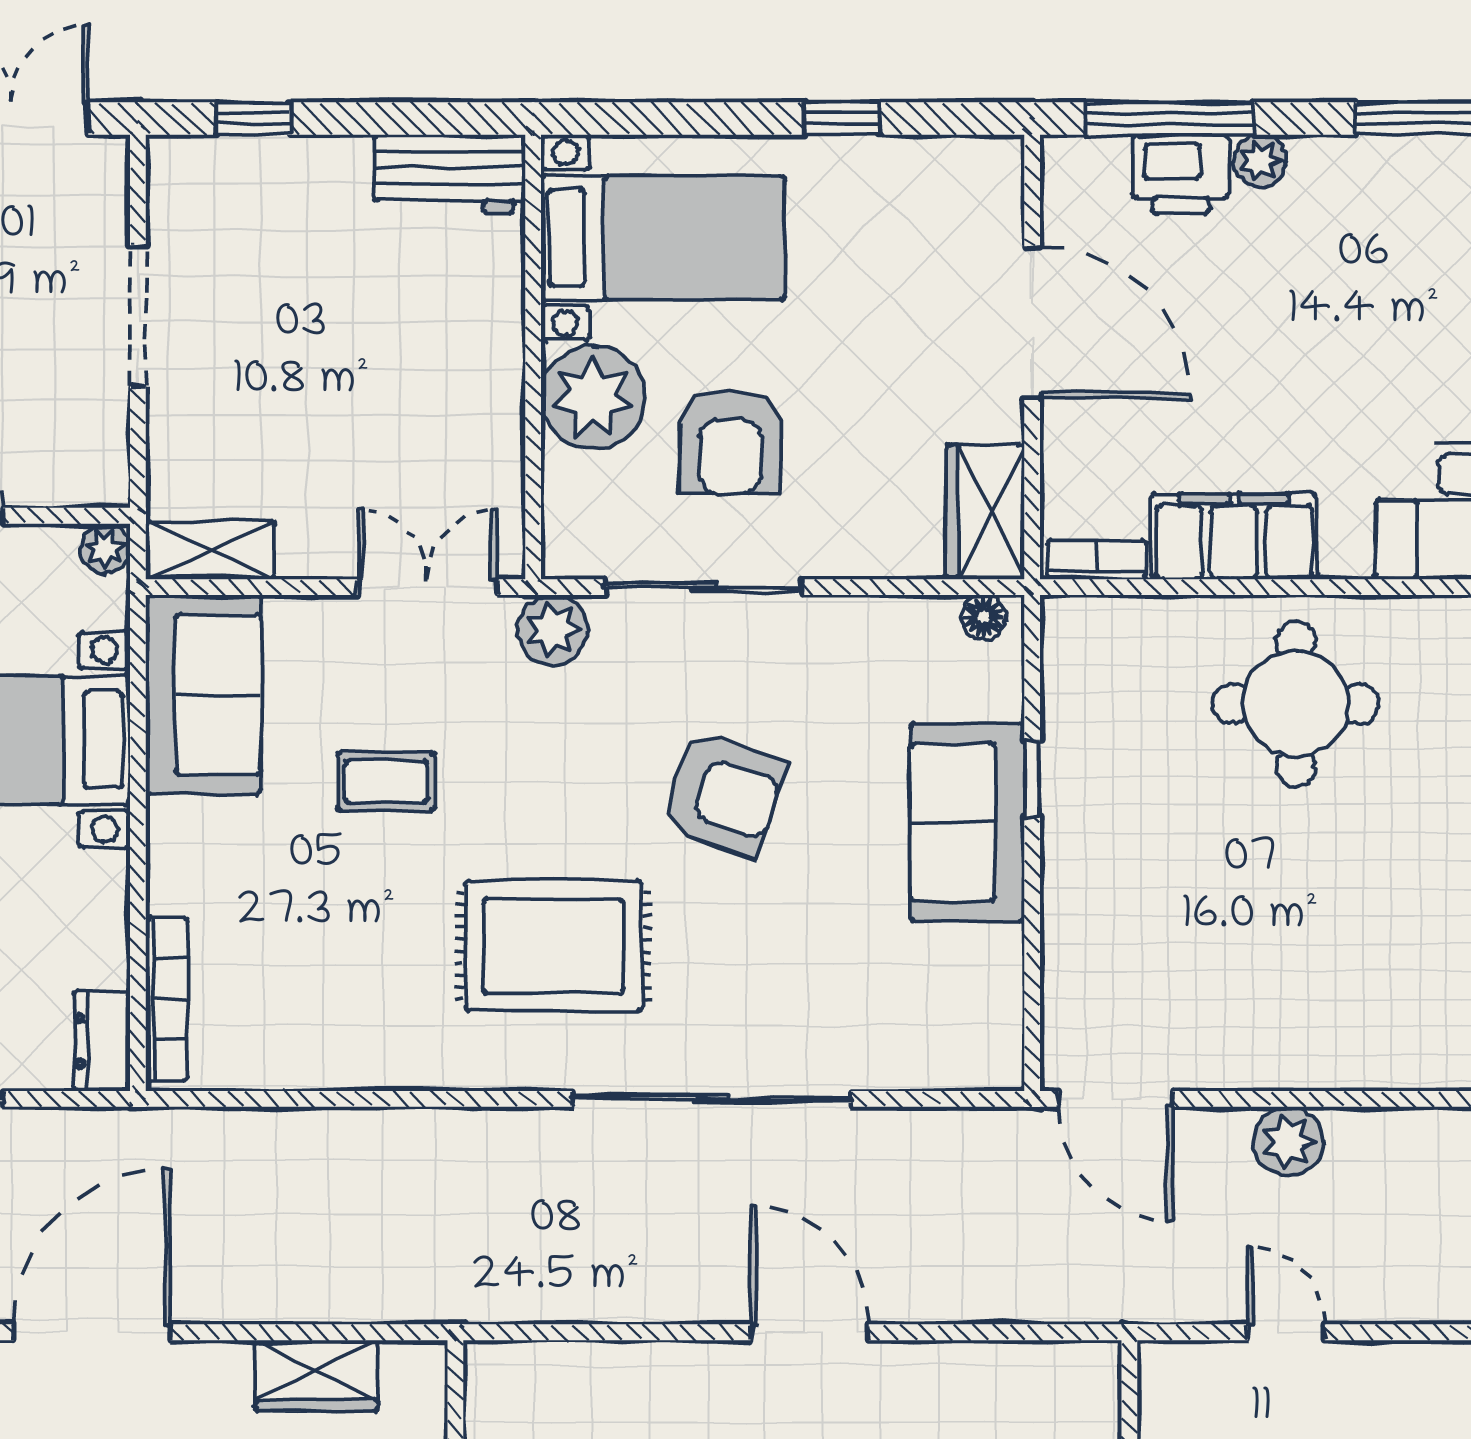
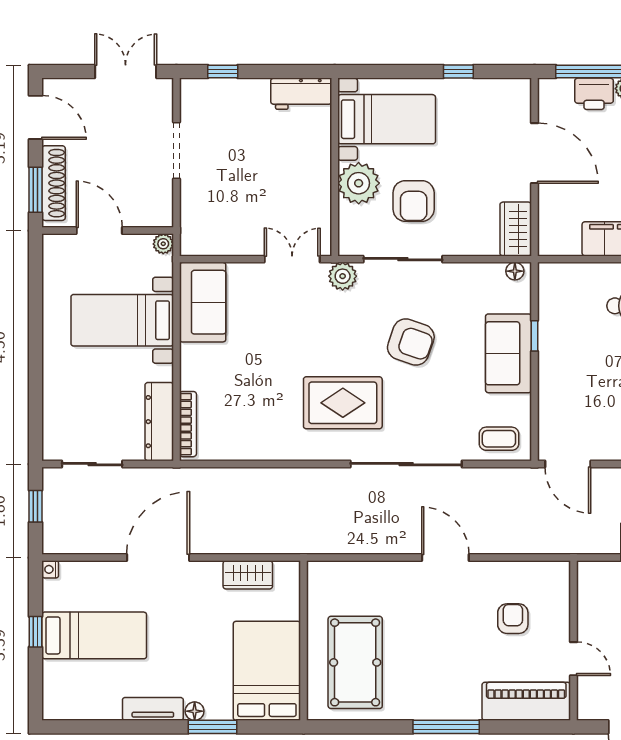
shelving: (210, 550) -> (205, 244), removed
bookcase: (1097, 560) -> (560, 248), removed
coffee table: (386, 782) -> (499, 439), moved
dresser: (102, 1041) -> (159, 422), width x1.96, depth x1.24

